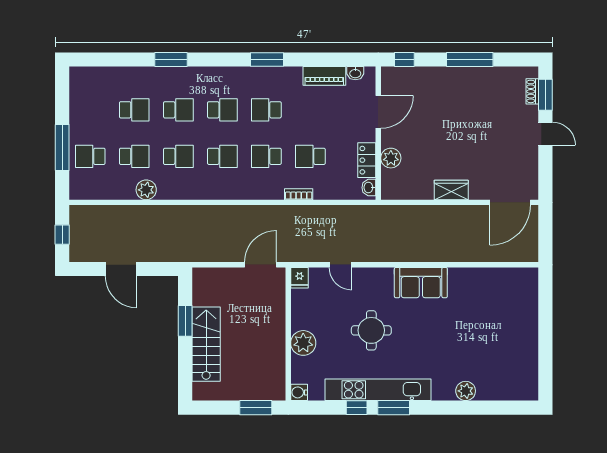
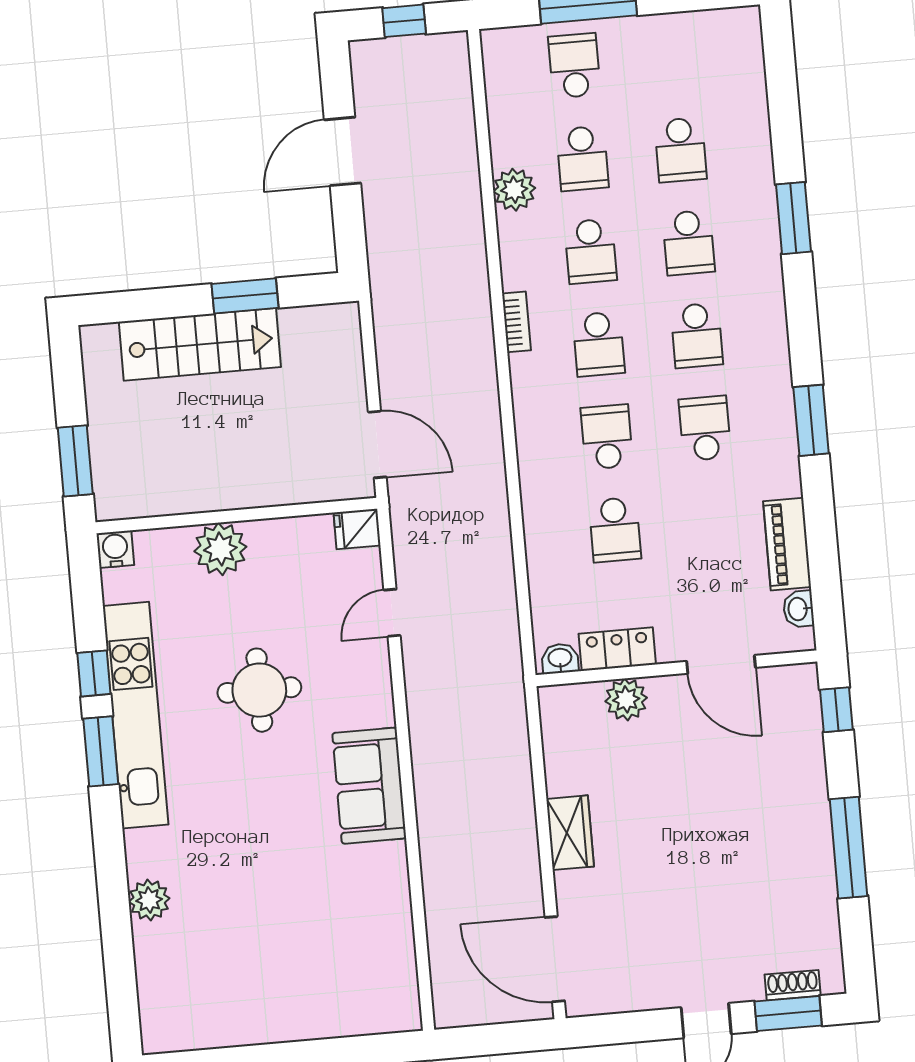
school desk: (310, 156) -> (615, 530), turned 180
bookcase: (299, 194) -> (516, 322), moved

